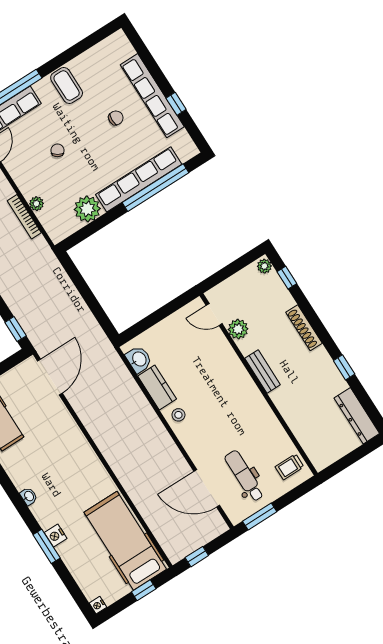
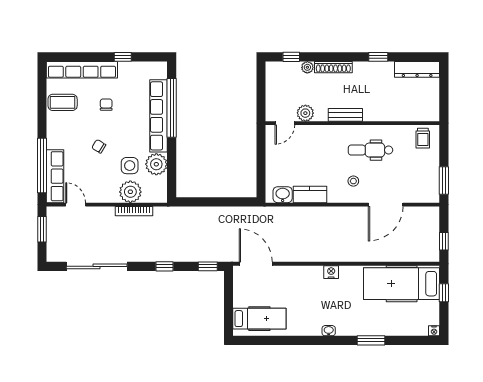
coffee table: (67, 85) -> (63, 102), moved
row of seats: (152, 96) -> (82, 70), moved
chair: (58, 150) -> (99, 146), moved
side table: (68, 182) -> (130, 166), added
plant: (36, 204) -> (130, 192), width x1.88, depth x1.88
plant: (264, 266) -> (307, 67), moved
stool: (178, 415) -> (353, 181), moved
dental chair: (244, 476) -> (370, 150), moved
door: (207, 488) -> (386, 205), moved
nightstand: (56, 536) -> (331, 272), moved, turned 180

